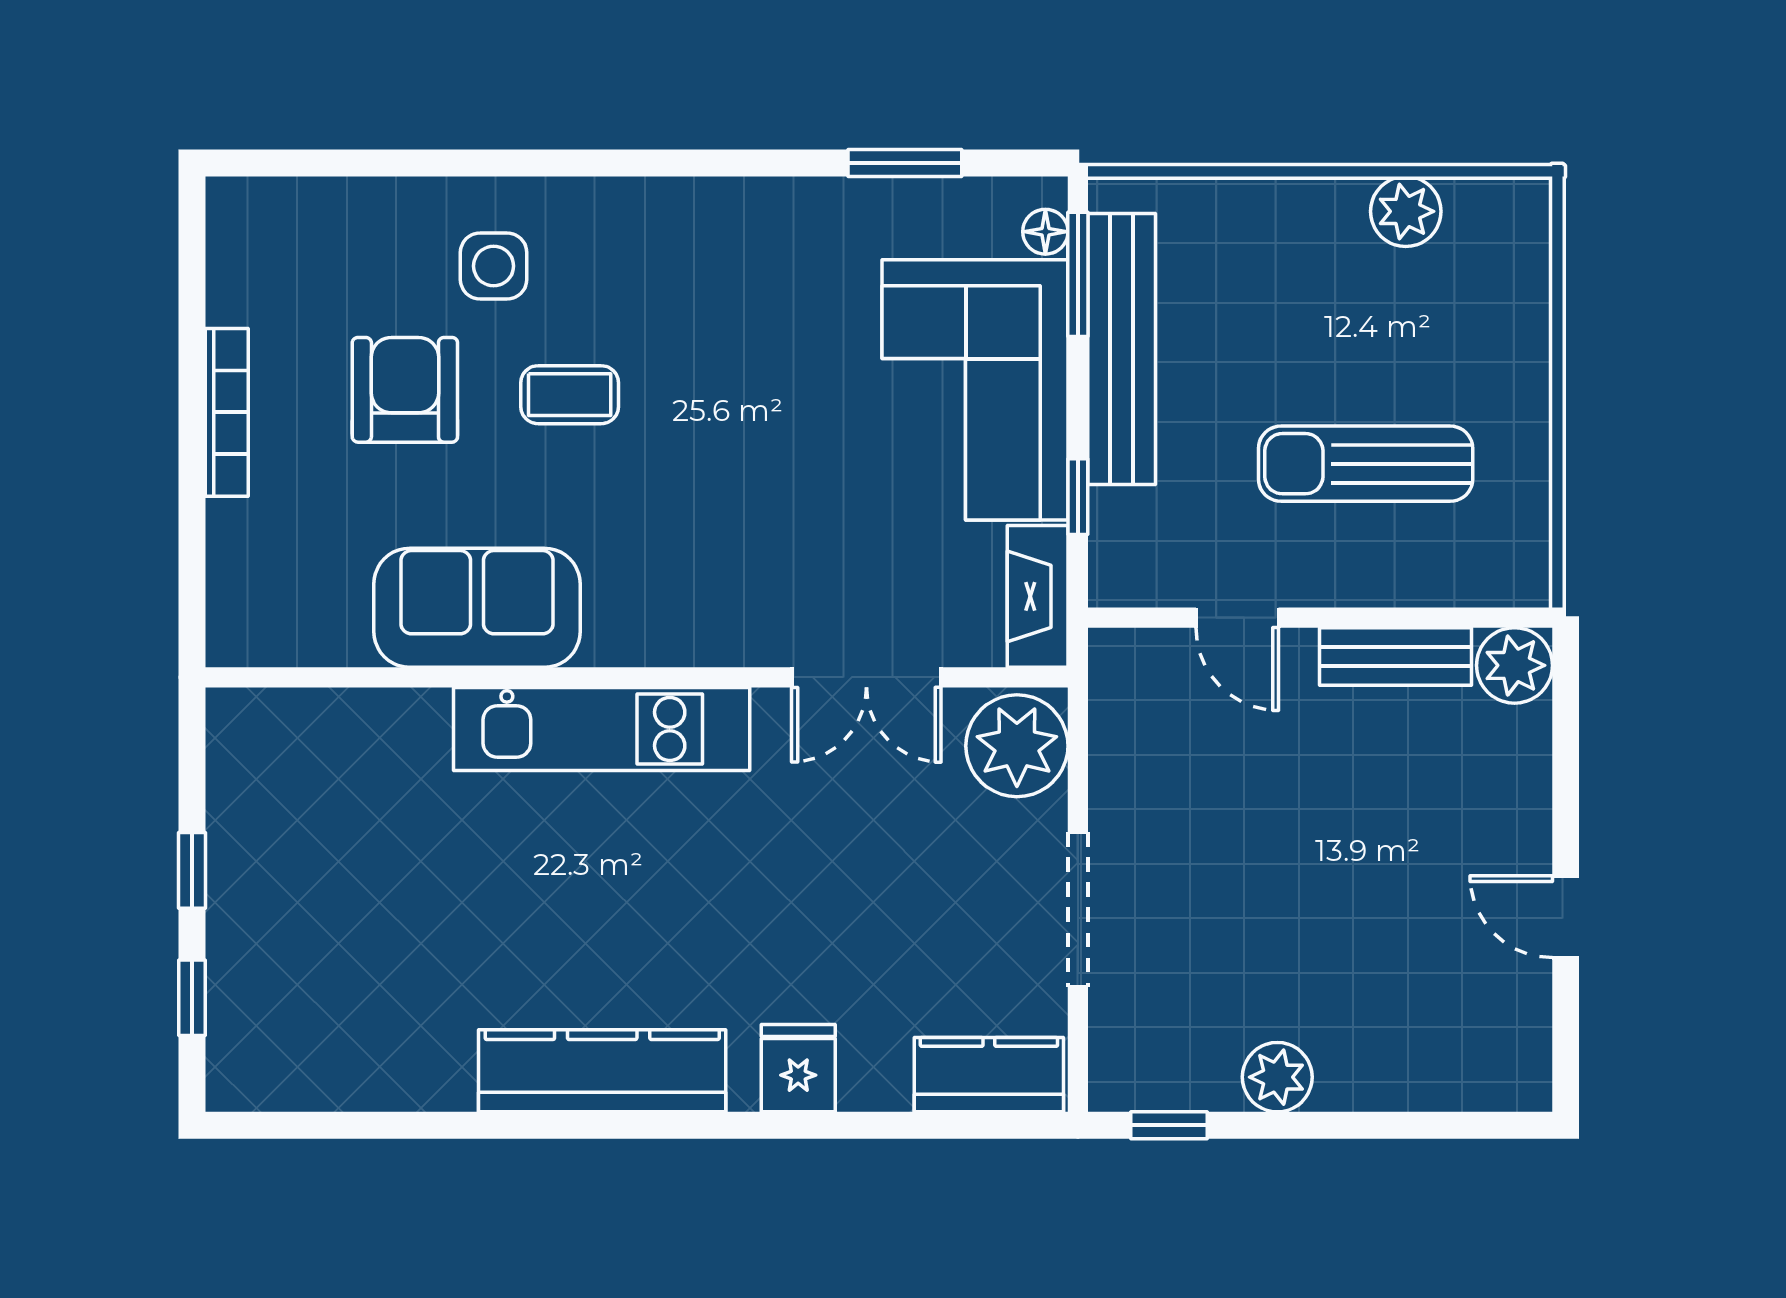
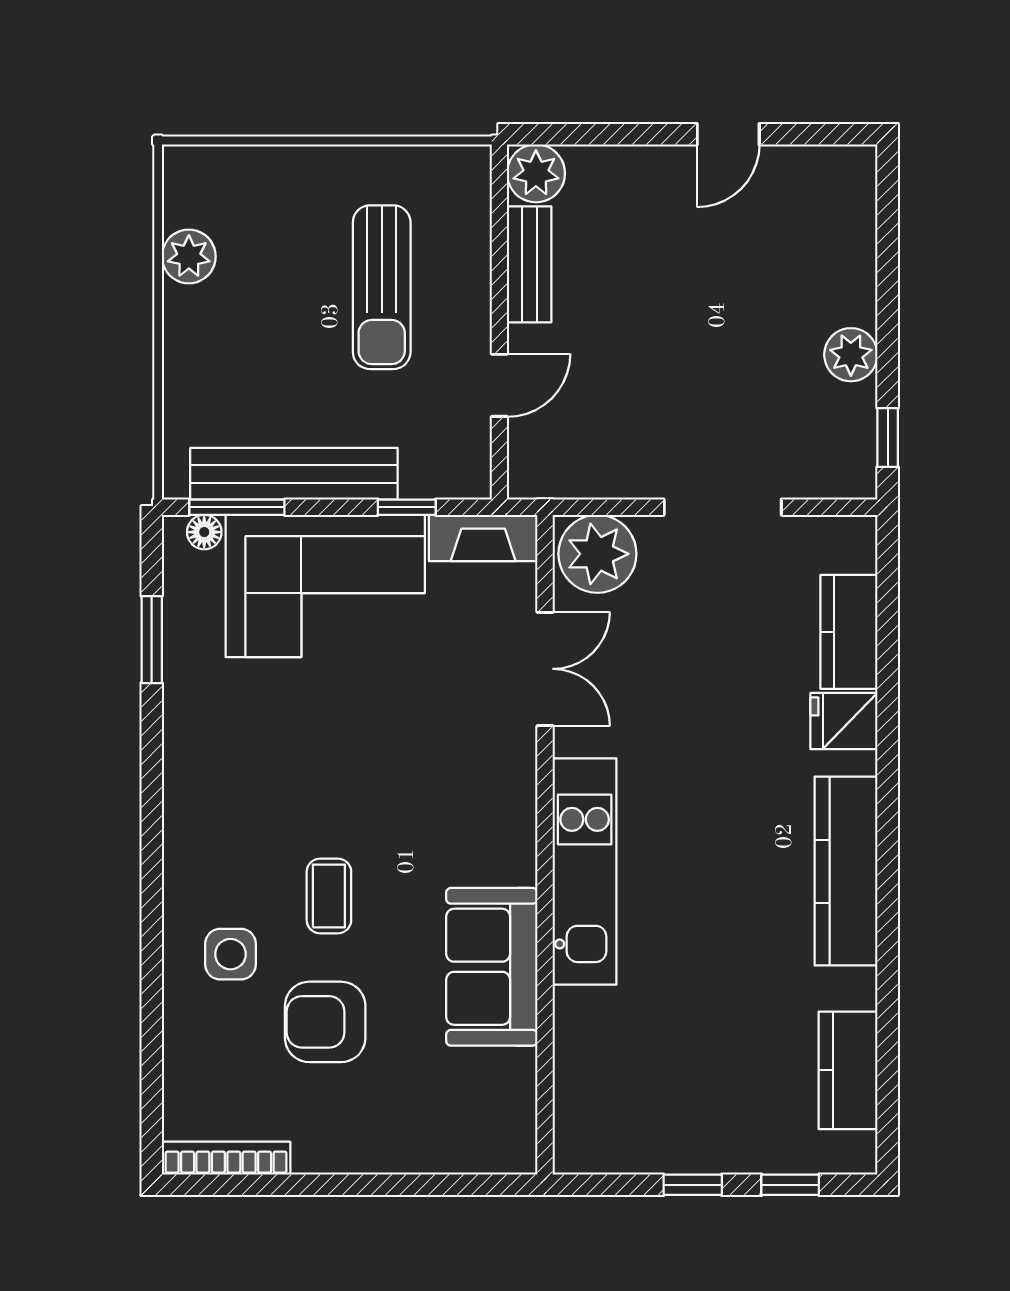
bookcase: (227, 412) -> (226, 1158), moved
kitchen counter: (342, 1073) -> (848, 1070), added
kitchen counter: (989, 1075) -> (849, 632), moved

